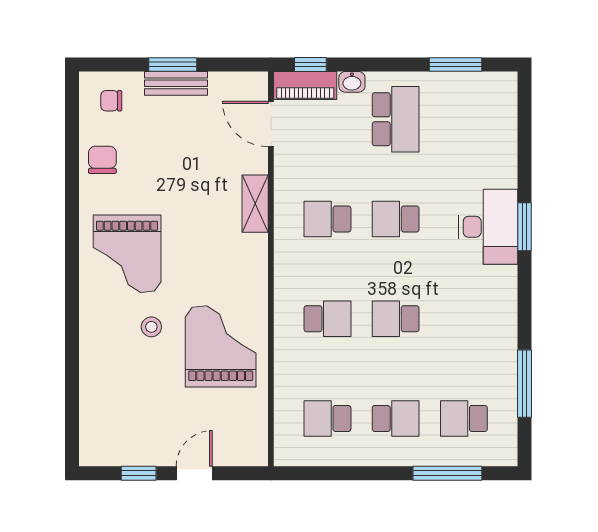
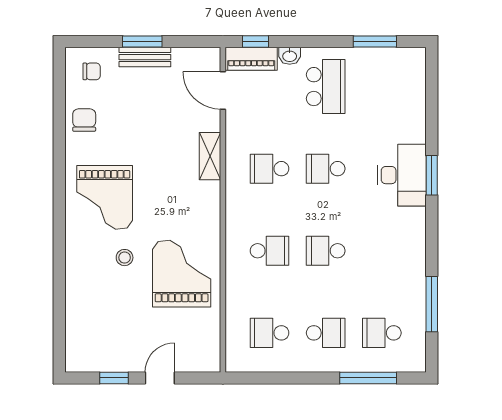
chair: (111, 101) -> (92, 71), turned 180

